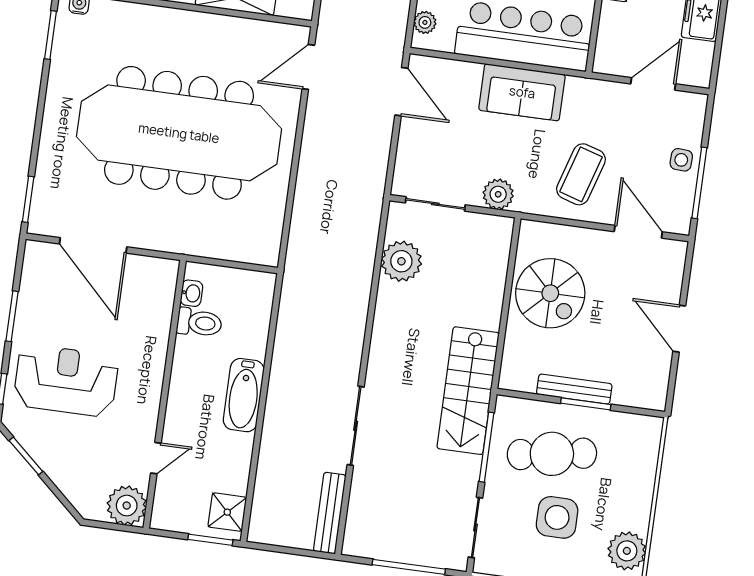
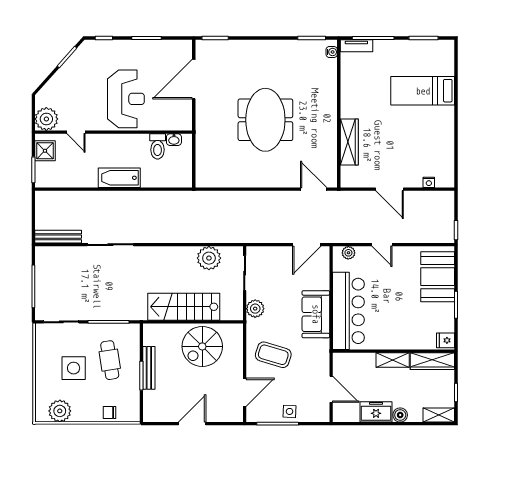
meeting table: (179, 133) -> (265, 120), width x0.54, depth x0.79
reception desk: (66, 380) -> (126, 99), moved
stairs: (468, 391) -> (184, 307), moved
cafe table: (552, 454) -> (110, 360), width x0.73, depth x0.74
chair: (641, 467) -> (109, 412), added
shower: (227, 512) -> (45, 151), moved

